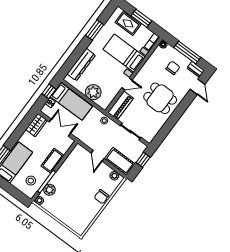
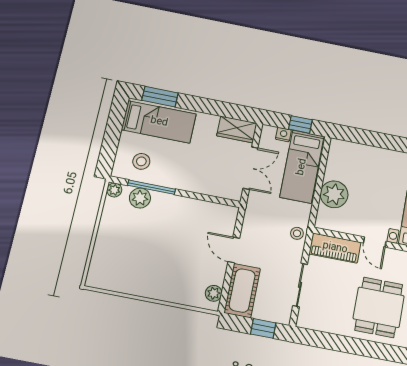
dresser: (81, 65) -> (368, 155), removed
door: (98, 156) -> (234, 250), hinge flipped
cot: (53, 161) -> (191, 181), removed
chair: (101, 197) -> (168, 289), removed

